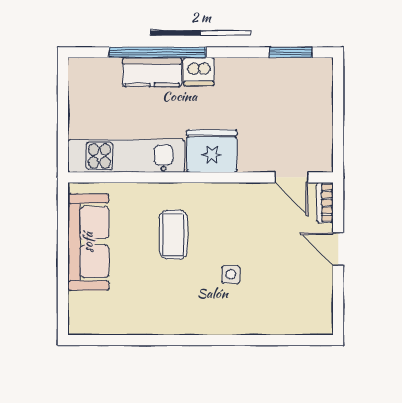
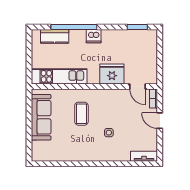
kitchen counter: (152, 72) -> (55, 36), moved
fridge: (212, 151) -> (112, 74), moved
tv unit: (305, 324) -> (144, 156), added

